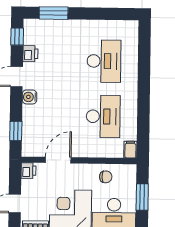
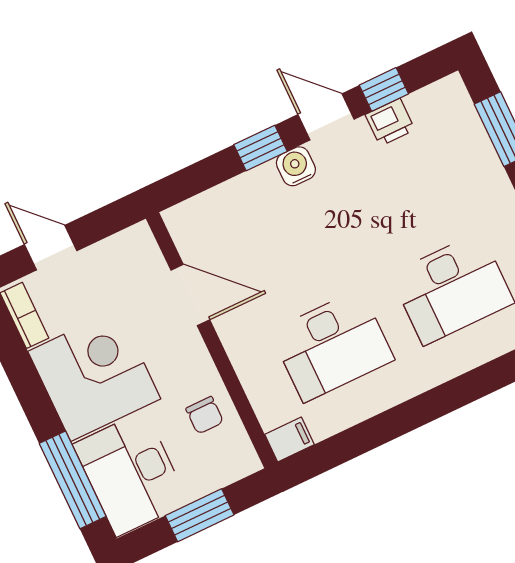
window: (17, 37) -> (384, 89), moved
window: (16, 131) -> (261, 148), moved
printer: (29, 171) -> (136, 242), removed

